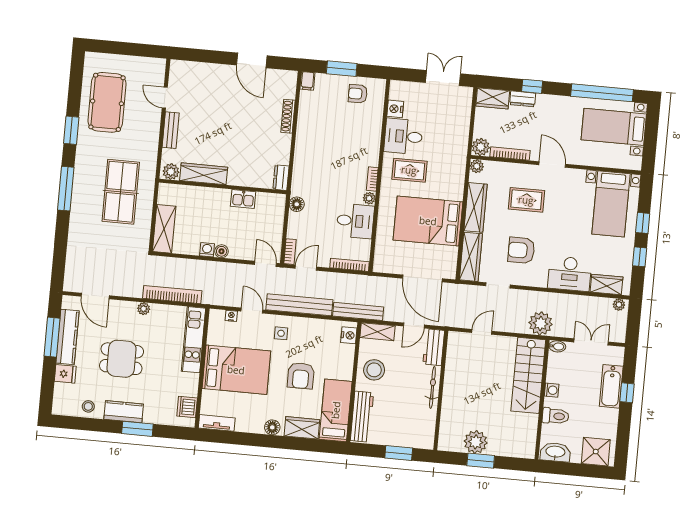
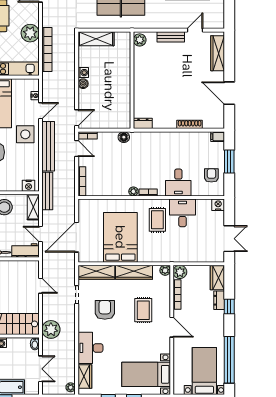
door: (252, 60) -> (229, 93), hinge flipped
nightstand: (395, 109) -> (218, 205), moved
door: (552, 164) -> (172, 327), hinge flipped
wardrobe: (204, 174) -> (218, 53), moved, turned 180
kitchen sink: (243, 199) -> (124, 96), removed
desk: (355, 221) -> (178, 182), moved
plant: (144, 309) -> (30, 33), width x1.88, depth x1.88
side table: (281, 333) -> (25, 134), width x1.87, depth x1.87

